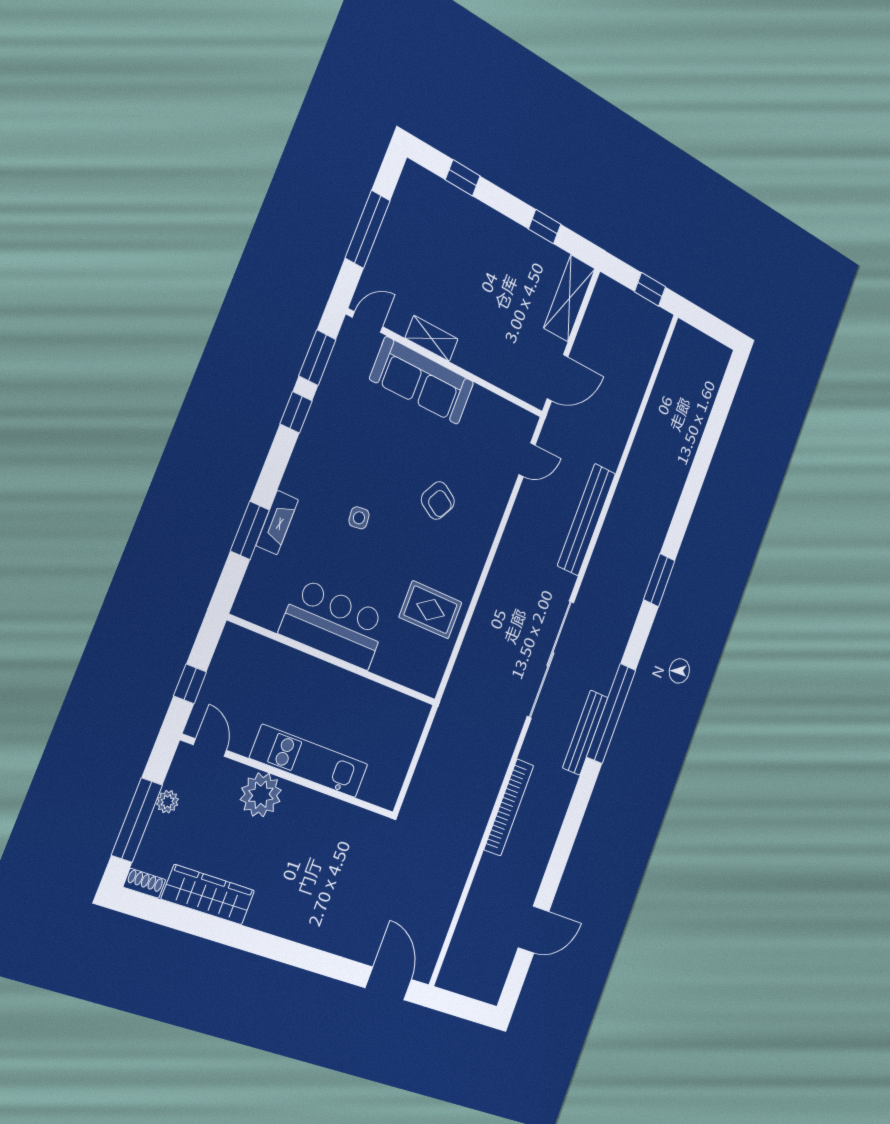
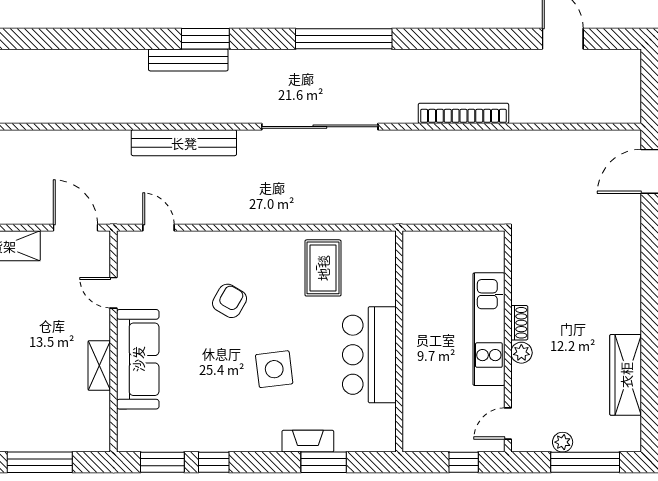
door: (367, 322) -> (114, 293), moved
side table: (359, 518) -> (274, 369), width x1.87, depth x1.87
bench: (585, 733) -> (188, 60), moved
plant: (261, 795) -> (521, 353), width x0.53, depth x0.53
shoe rack: (144, 883) -> (519, 323), moved, turned 180

